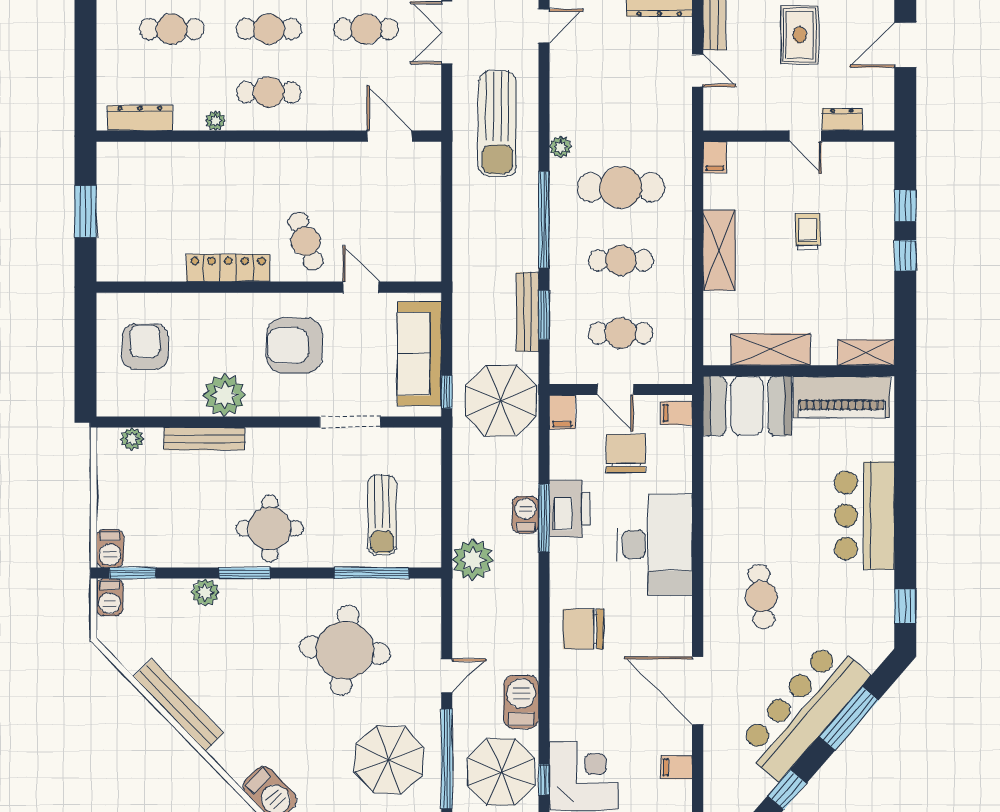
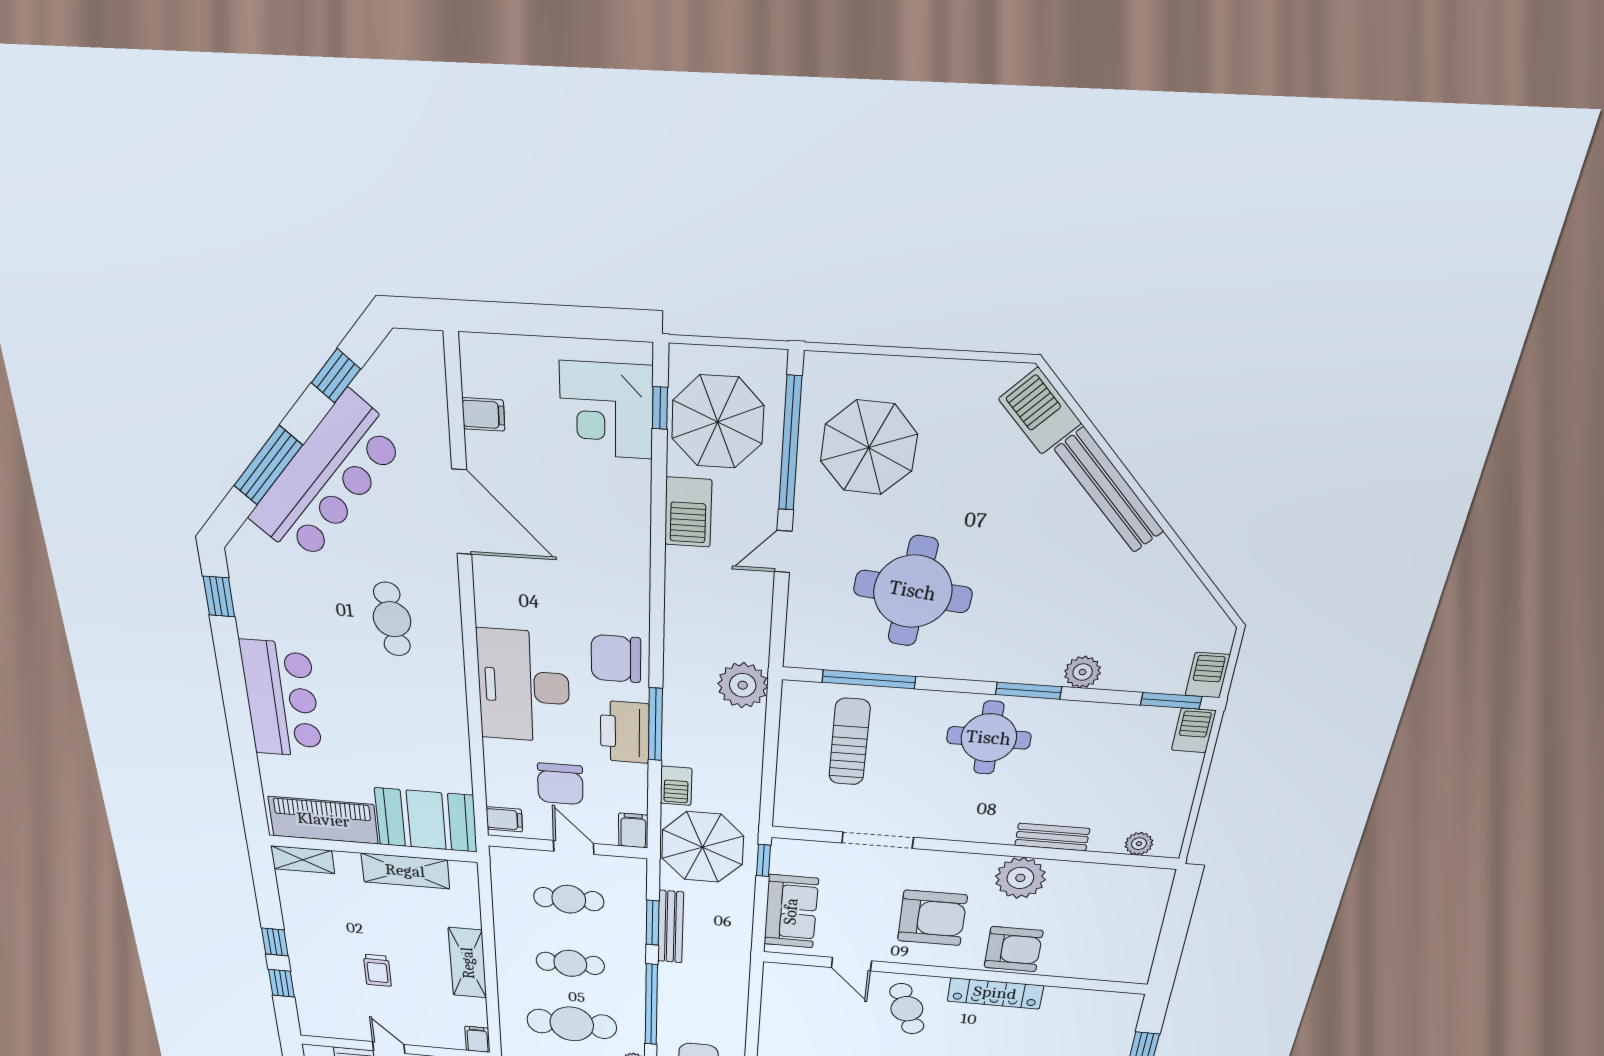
armchair: (145, 347) -> (1013, 949), moved, turned -90
sofa: (419, 354) -> (791, 911), width x0.73
bench: (204, 439) -> (1052, 837), width x0.73
barbecue: (525, 515) -> (676, 786), moved
chair: (583, 629) -> (616, 659), moved, turned 180
bench: (178, 705) -> (1109, 491), moved

